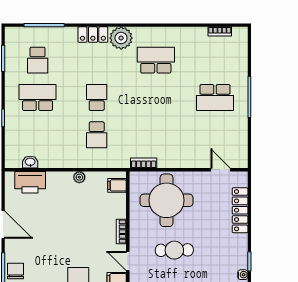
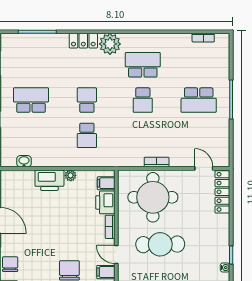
school desk: (38, 60) -> (143, 100), moved
bookcase: (144, 163) -> (157, 162), moved
printer: (30, 182) -> (49, 180), moved
printer: (116, 206) -> (105, 202), added
locker: (240, 210) -> (222, 192), moved
cafe table: (174, 250) -> (160, 244), width x1.37, depth x1.35

